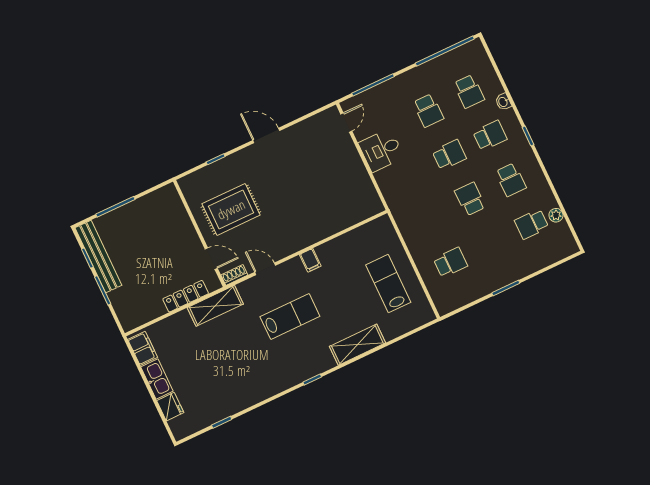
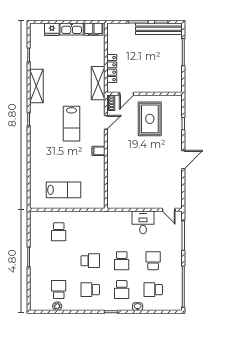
school desk: (428, 111) -> (153, 261), turned 90
shelving: (357, 345) -> (36, 86), moved

